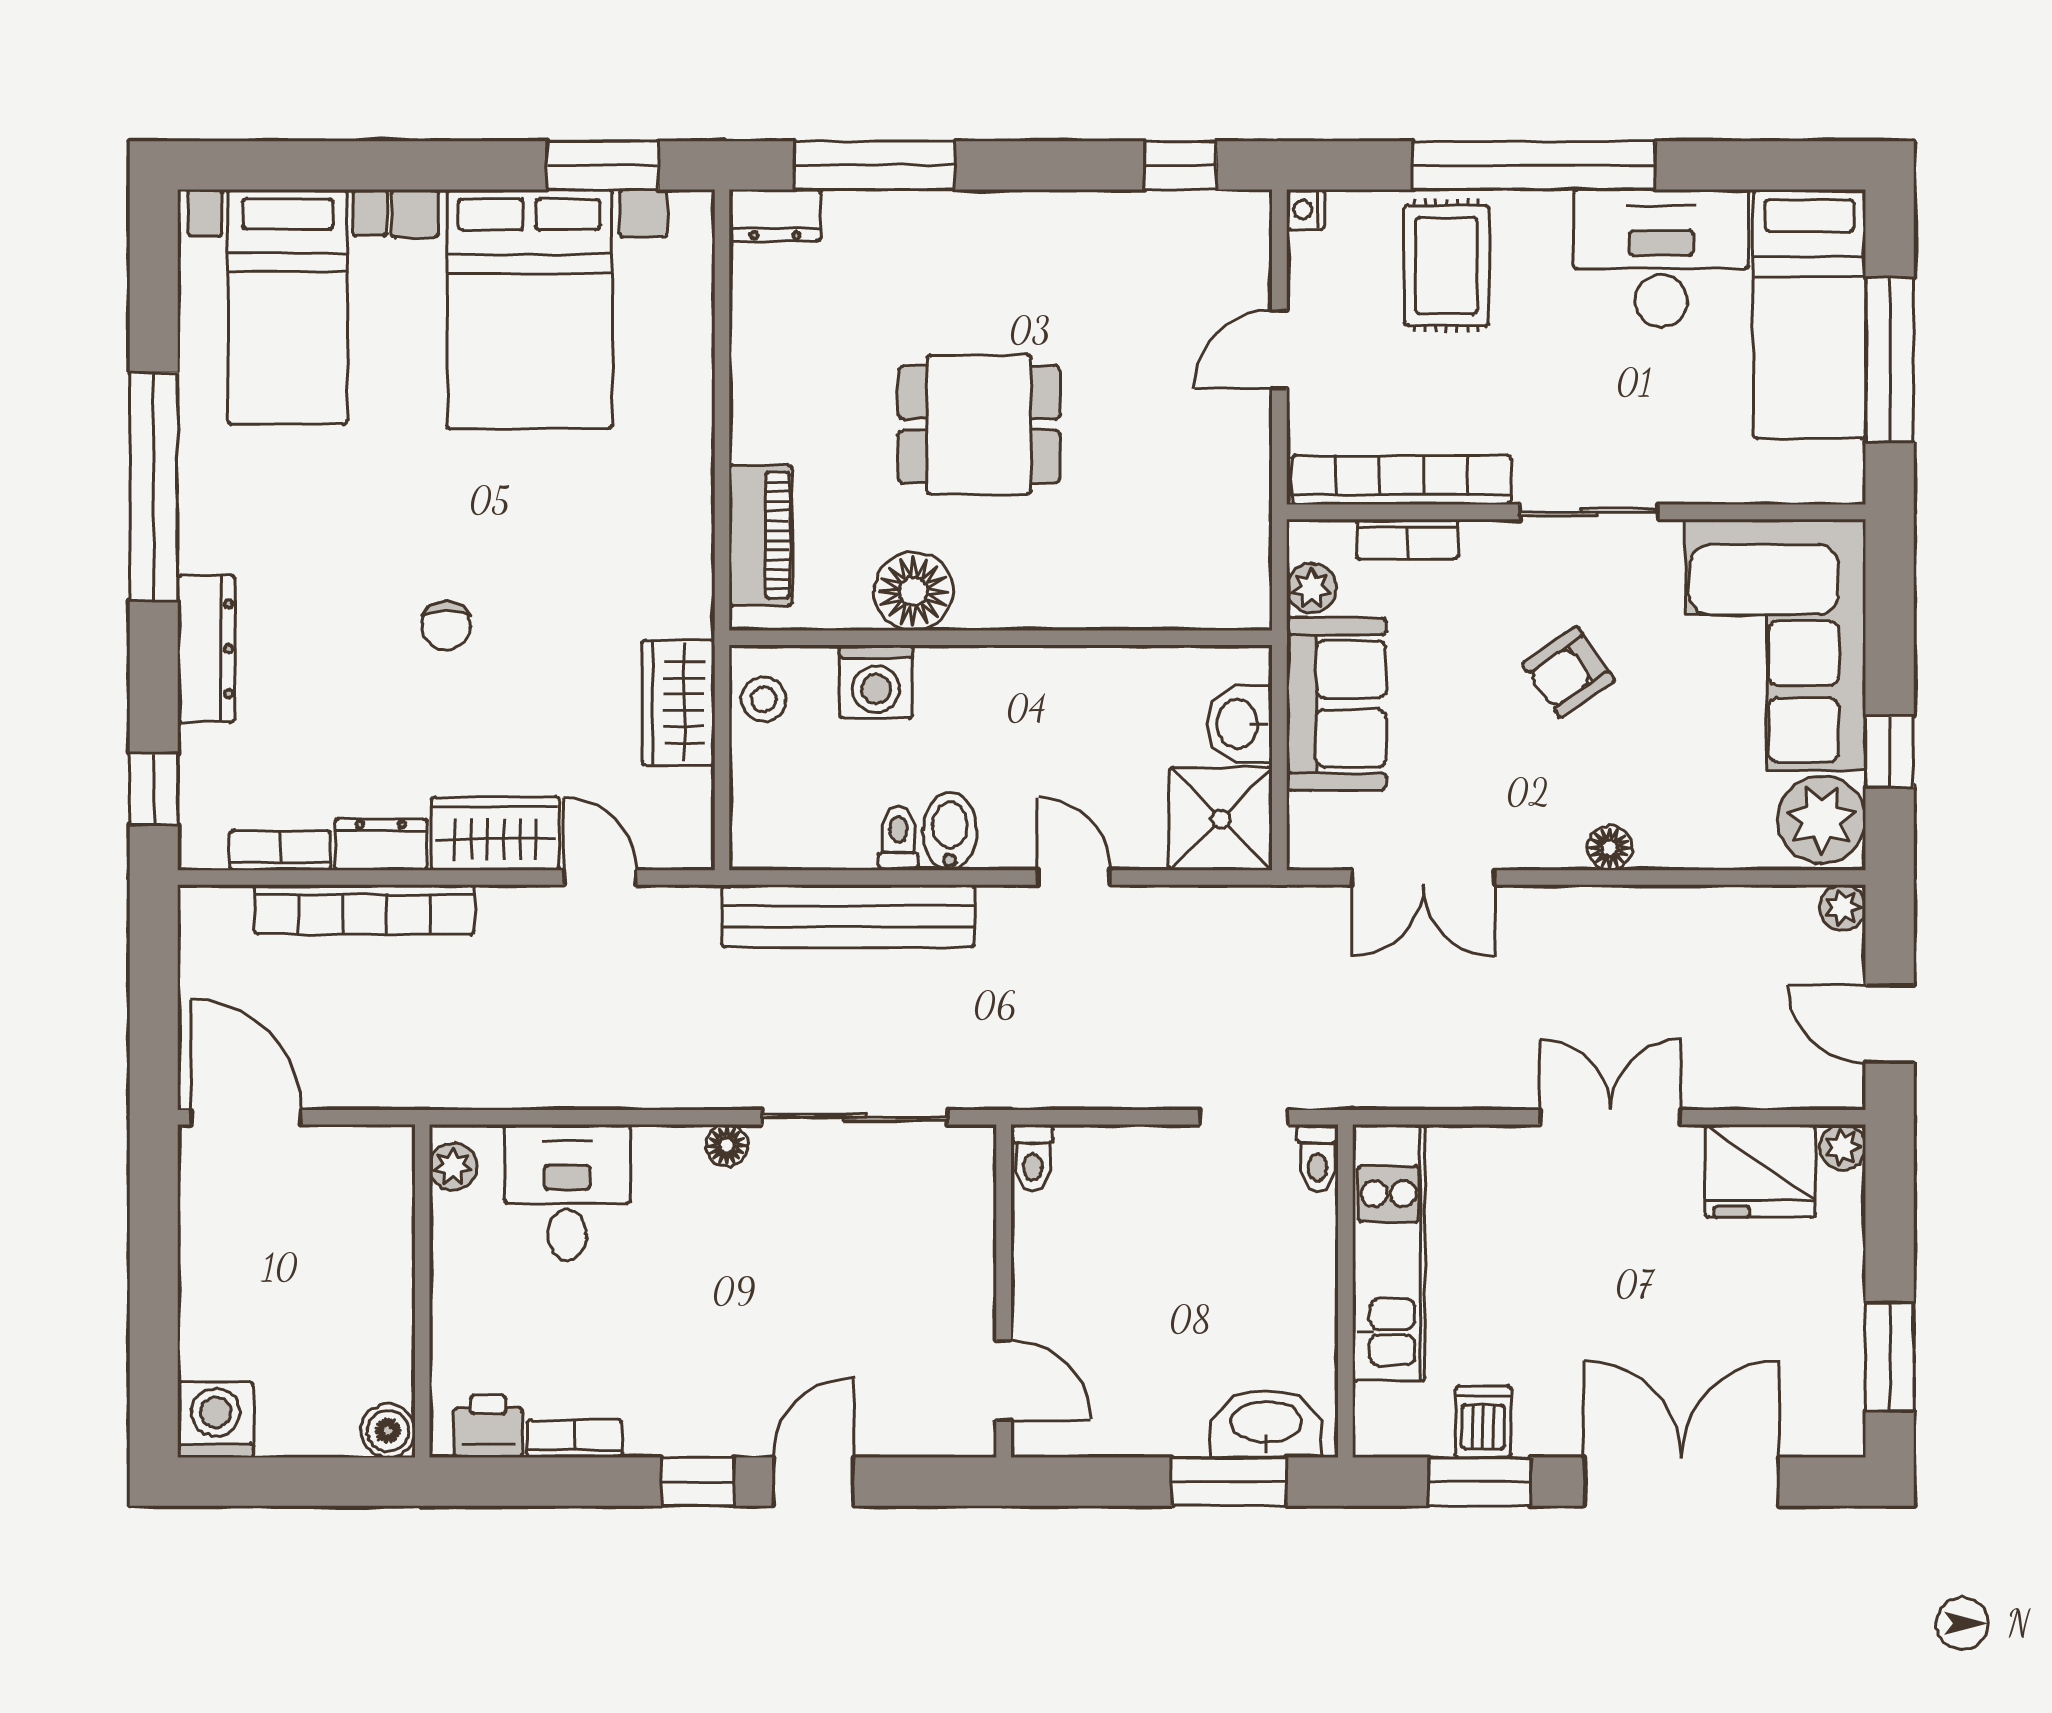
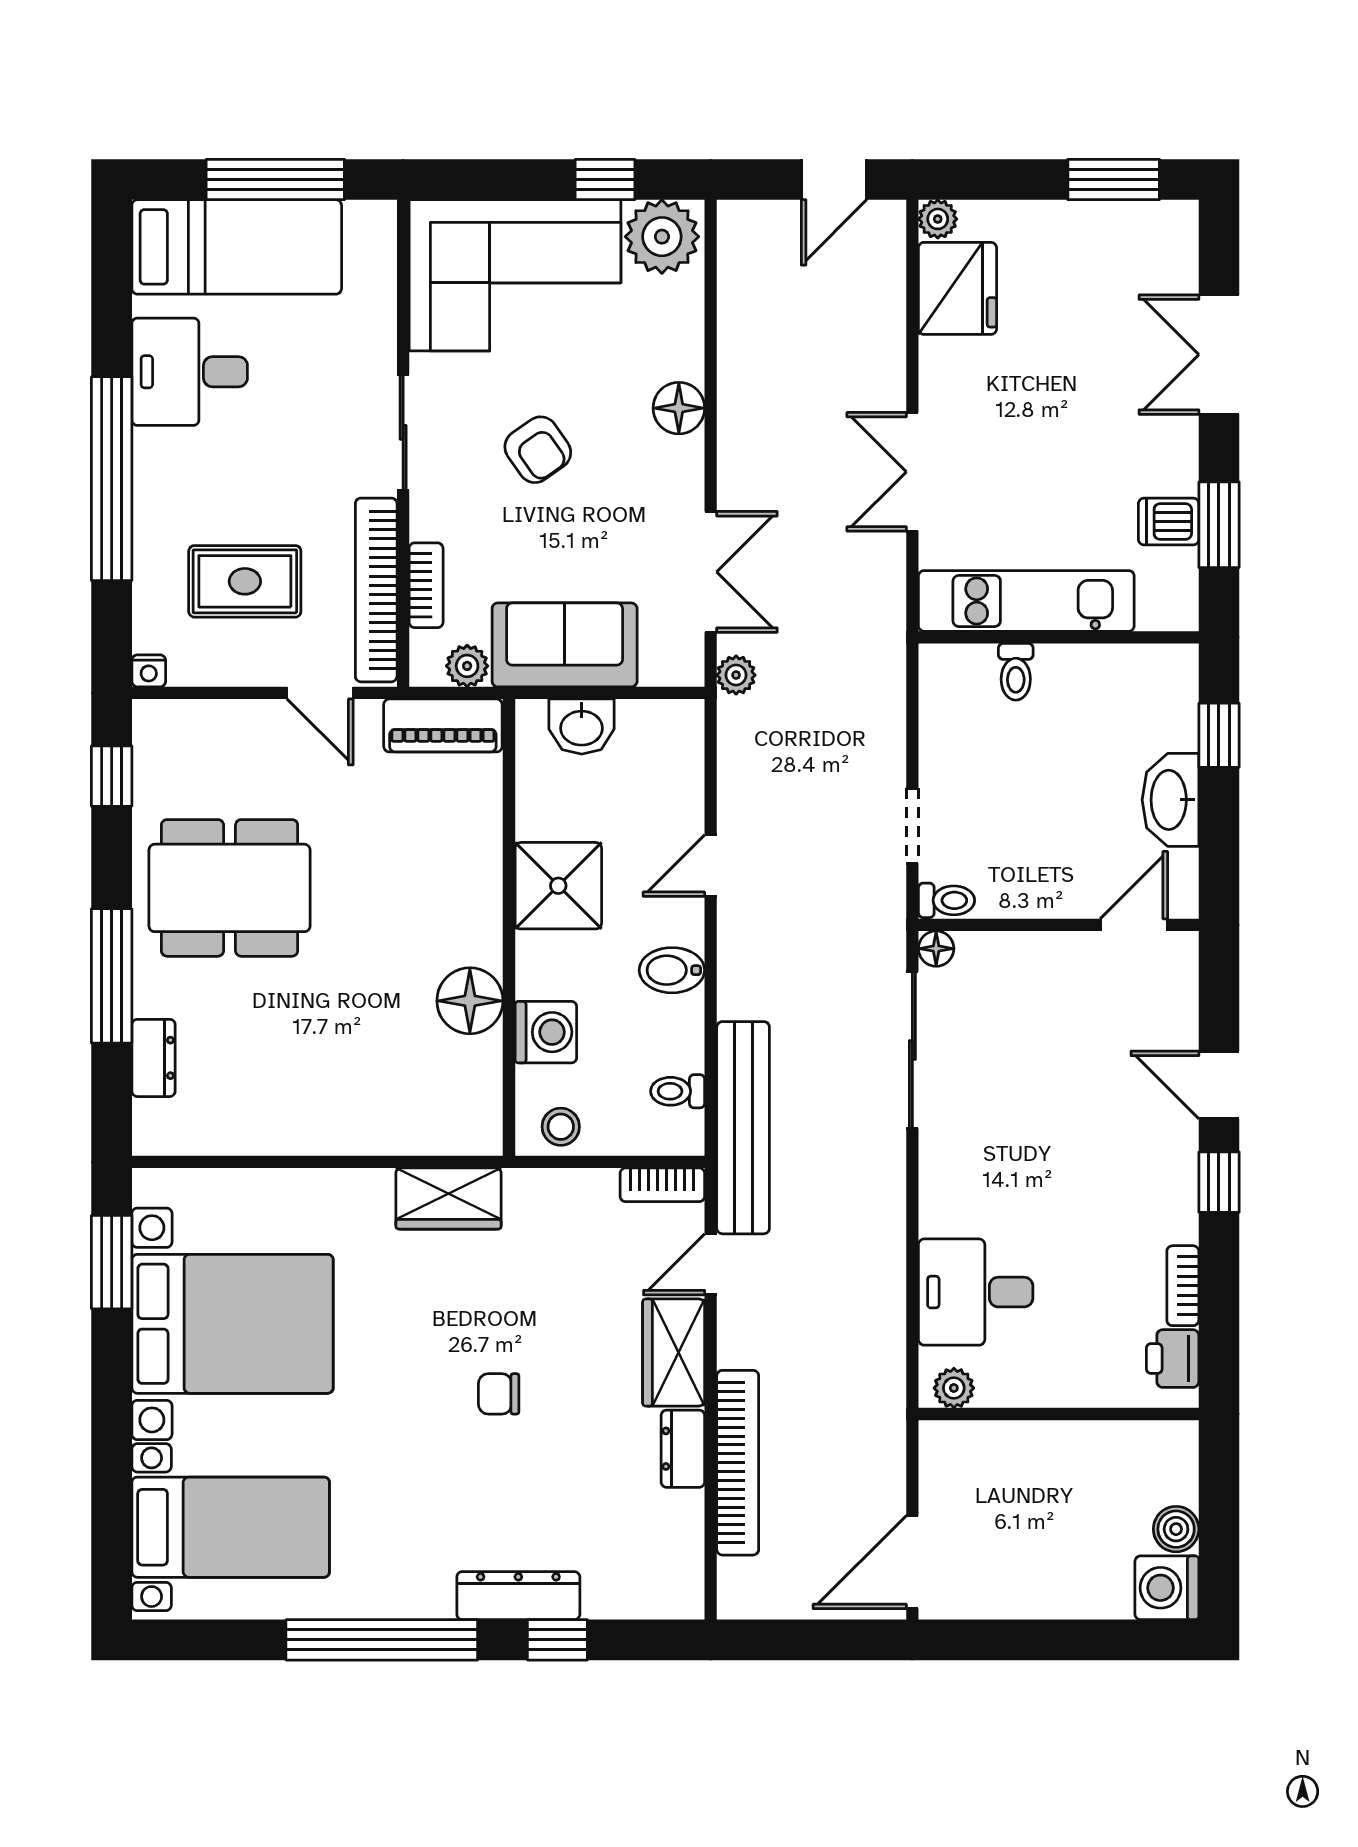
window: (875, 165) -> (112, 976), moved
dresser: (775, 215) -> (153, 1058), moved
desk: (1661, 258) -> (190, 372), width x0.73
rug: (1446, 266) -> (245, 581), moved
door: (1279, 349) -> (320, 693), moved
dining table: (979, 425) -> (230, 888), moved, width x1.38
piano: (761, 535) -> (443, 725), moved, turned 180
chair: (446, 626) -> (499, 1394), turned 180
wardrobe: (678, 702) -> (449, 1198), moved
window: (154, 789) -> (557, 1640), moved
shower: (1221, 819) -> (558, 886), moved
toilet: (898, 838) -> (678, 1091), moved
floor lamp: (1610, 848) -> (679, 408), width x1.37, depth x1.37
bookcase: (280, 850) -> (662, 1185), moved, turned -90
plant: (1843, 908) -> (736, 675), moved
bench: (848, 916) -> (743, 1128), moved
doorway: (1244, 1117) -> (912, 826), moved
double door: (1610, 1117) -> (912, 472), moved
floor lamp: (727, 1145) -> (936, 949), moved
toilet: (1317, 1158) -> (1016, 672), moved, turned 90
washbasin: (1266, 1424) -> (1170, 800), moved
boiler: (388, 1431) -> (1176, 1529), moved
window: (1229, 1482) -> (1219, 735), width x0.67
double door: (1681, 1482) -> (1219, 355), width x0.73

